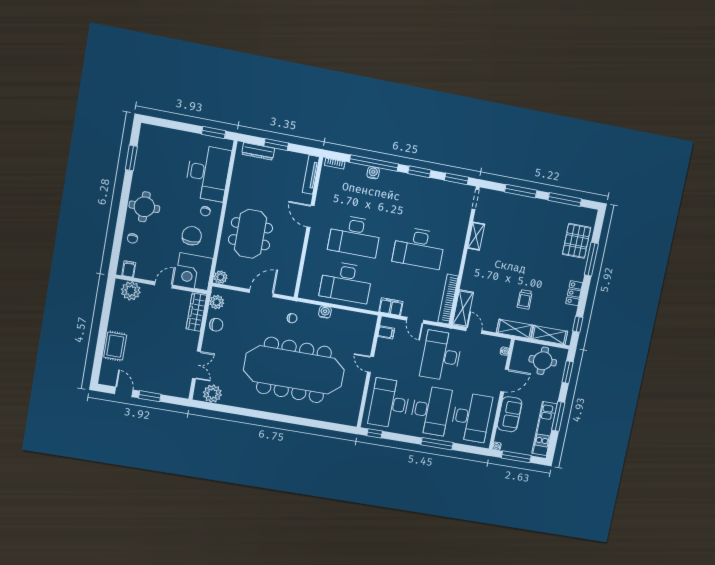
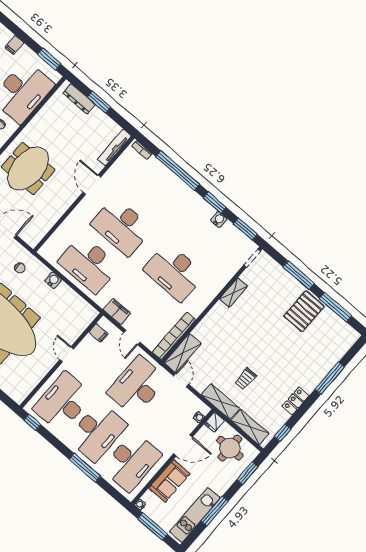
filing cabinet: (177, 138) -> (14, 45), added
water cooler: (373, 173) -> (219, 219), moved
pallet: (577, 241) -> (304, 311), moved
fridge: (519, 348) -> (214, 422), added

